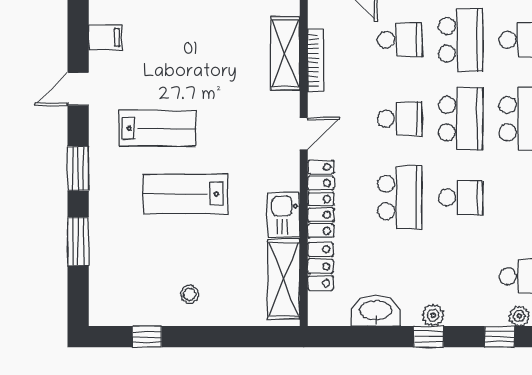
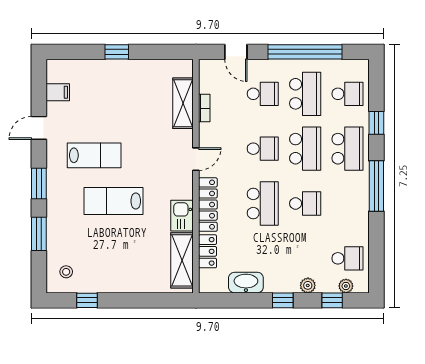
bookcase: (316, 60) -> (204, 108), width x0.64
stool: (190, 294) -> (66, 272), moved
plant: (433, 315) -> (308, 285), moved

